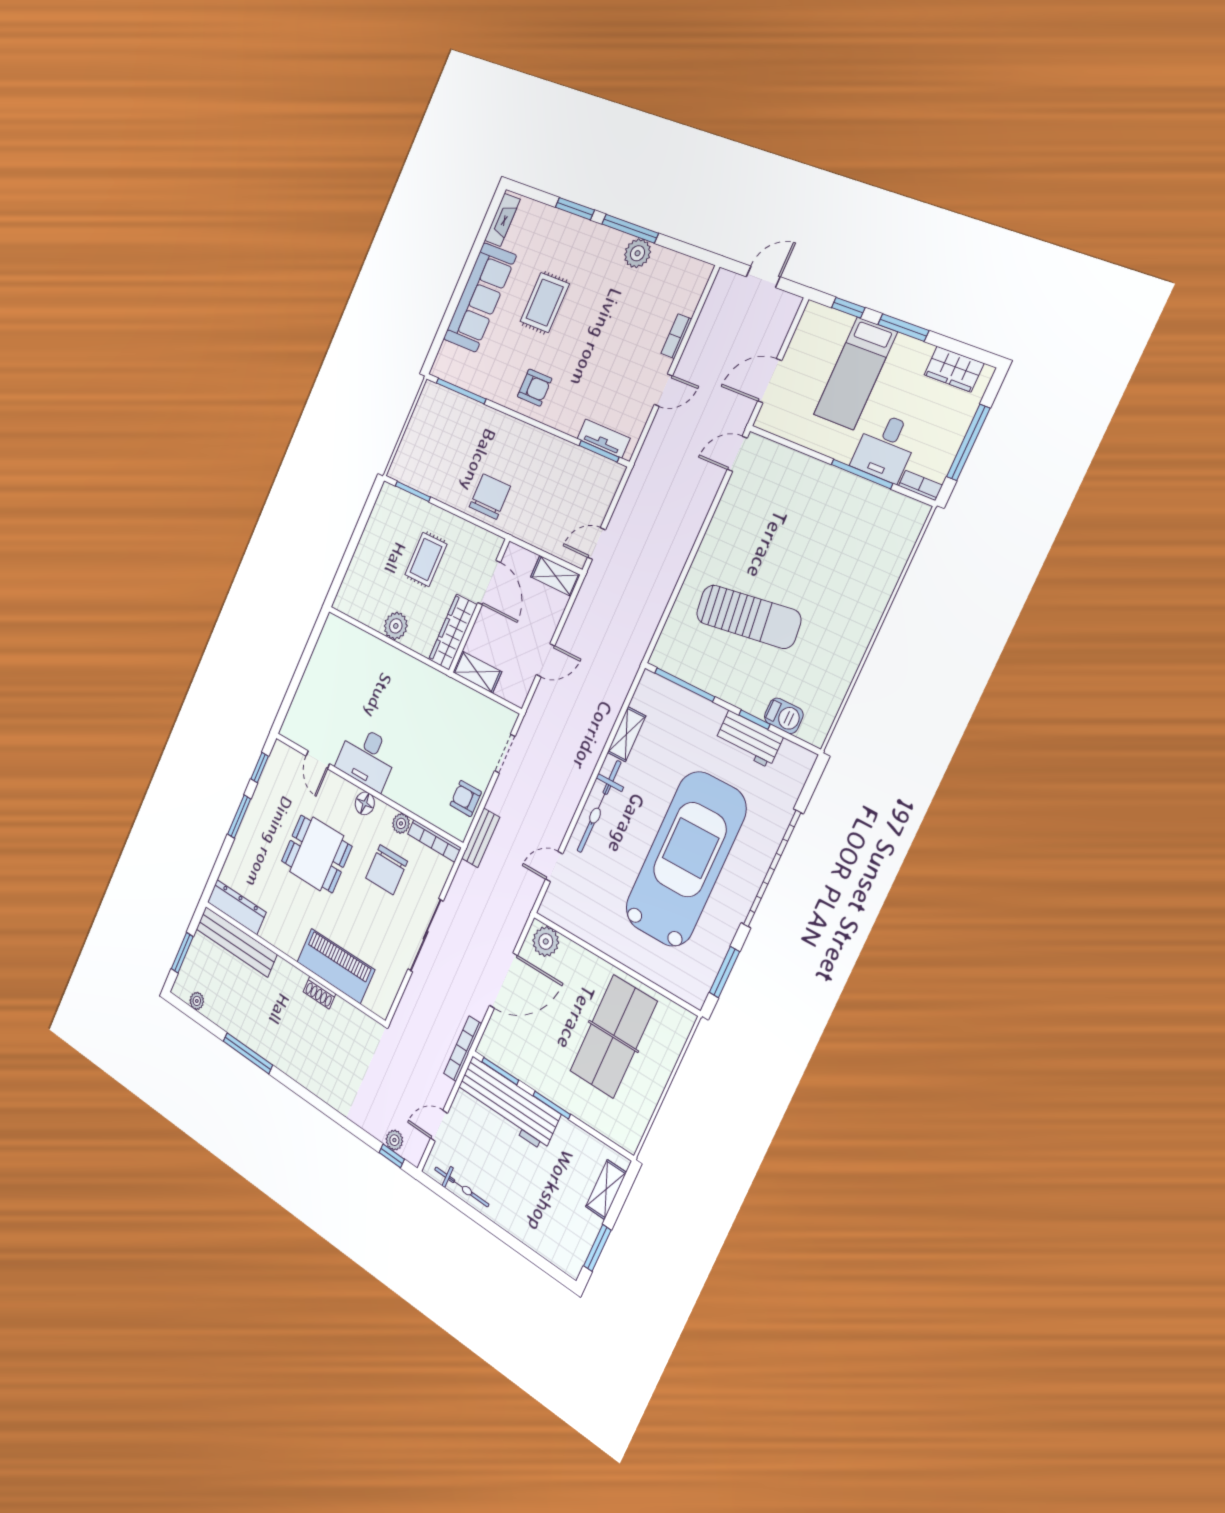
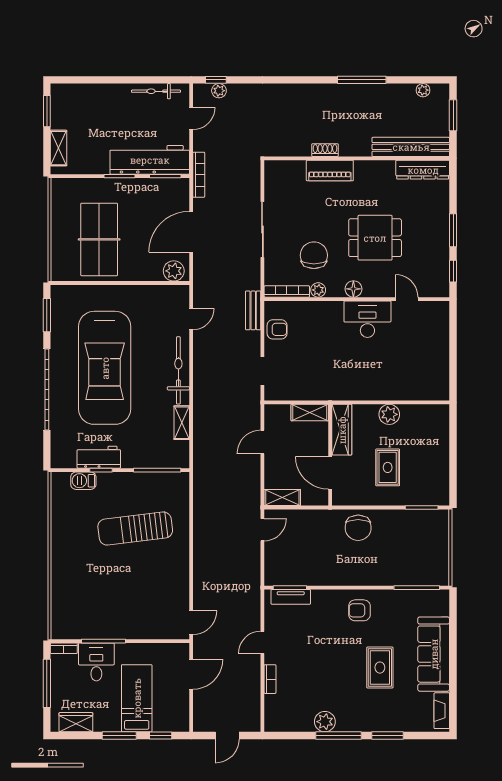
piano: (336, 966) -> (330, 171), width x0.73, depth x0.75

